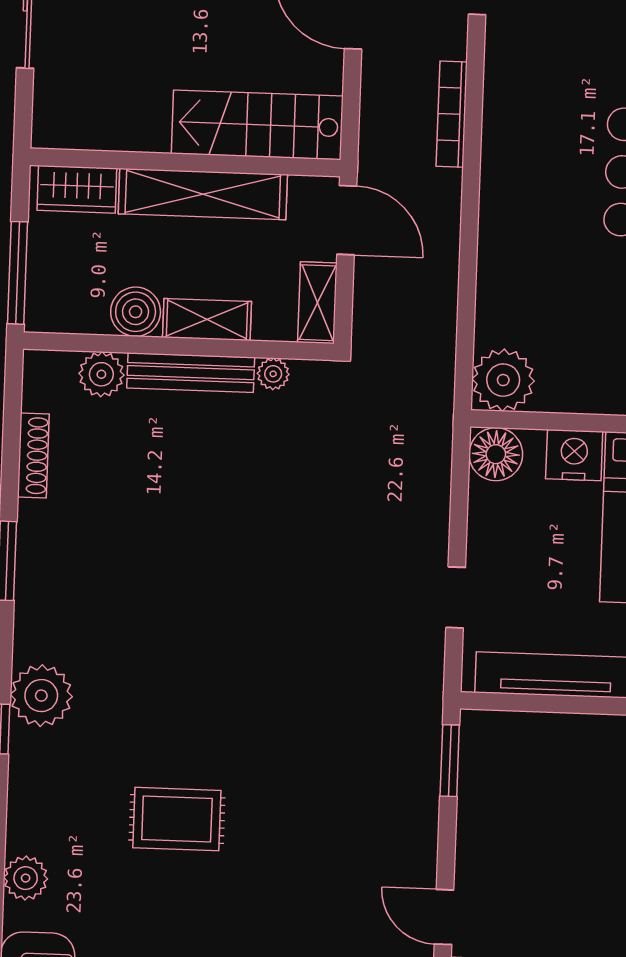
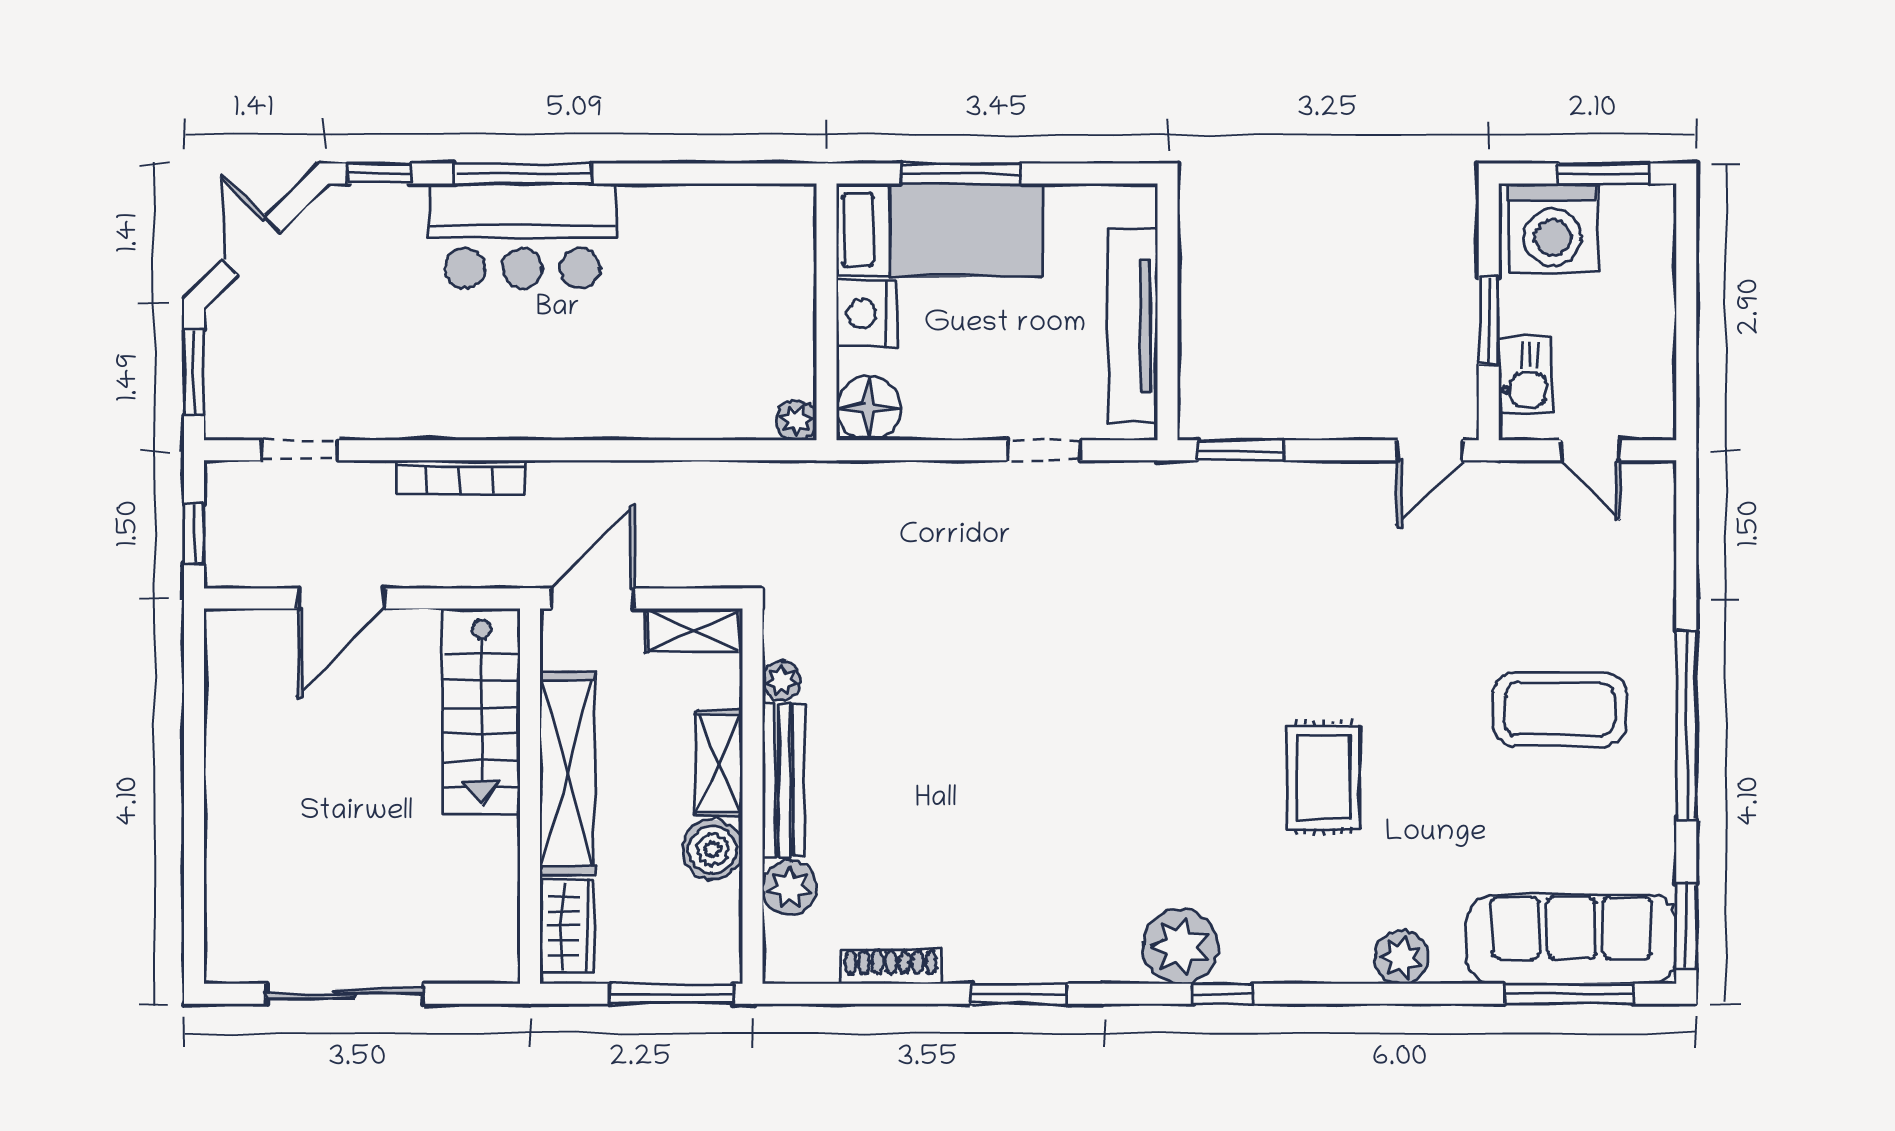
plant: (503, 380) -> (796, 420), width x0.53, depth x0.53

